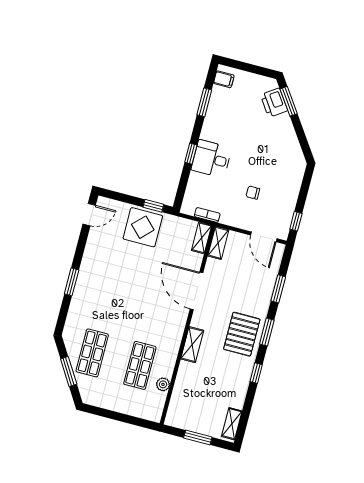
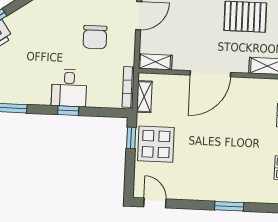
chair: (253, 193) -> (95, 37), width x1.87, depth x1.87
bookcase: (207, 215) -> (128, 87), width x1.56
shelving: (202, 238) -> (144, 97), moved, turned 90

